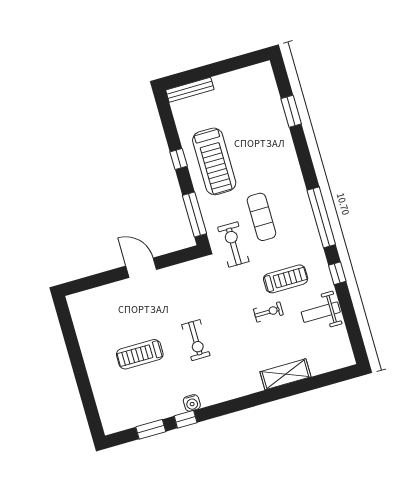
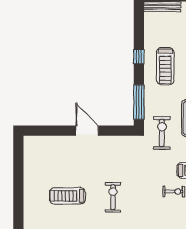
treadmill: (214, 161) -> (165, 66), width x0.73, depth x0.73
exercise bike: (196, 340) -> (113, 197), turned 180

